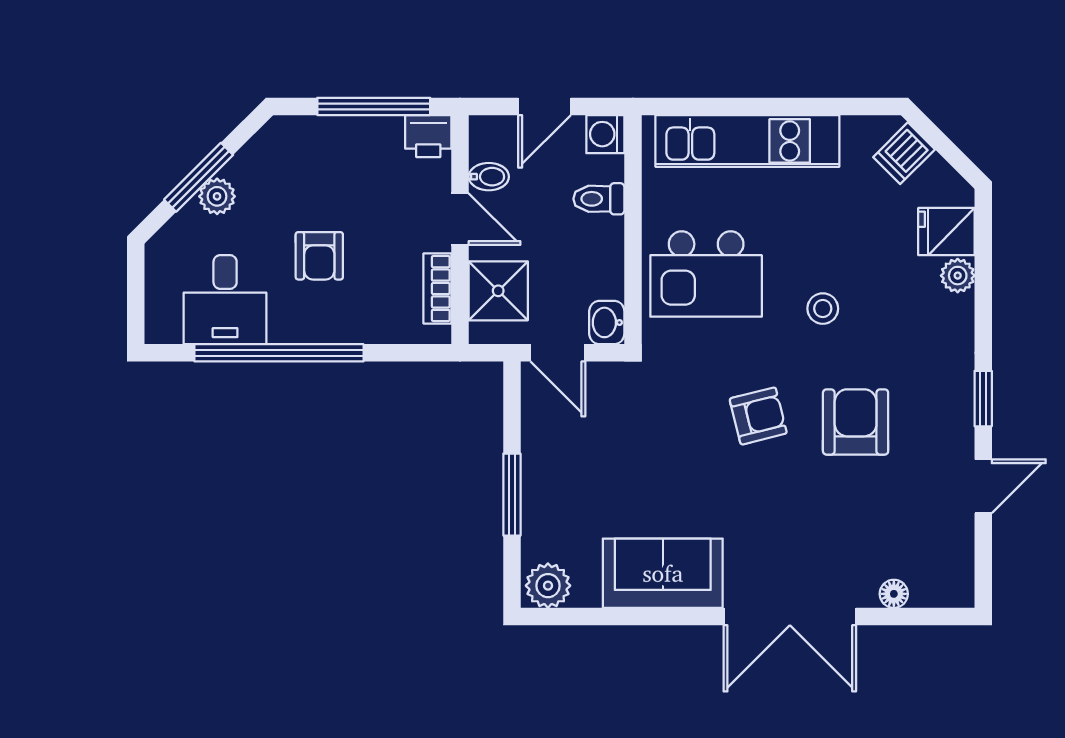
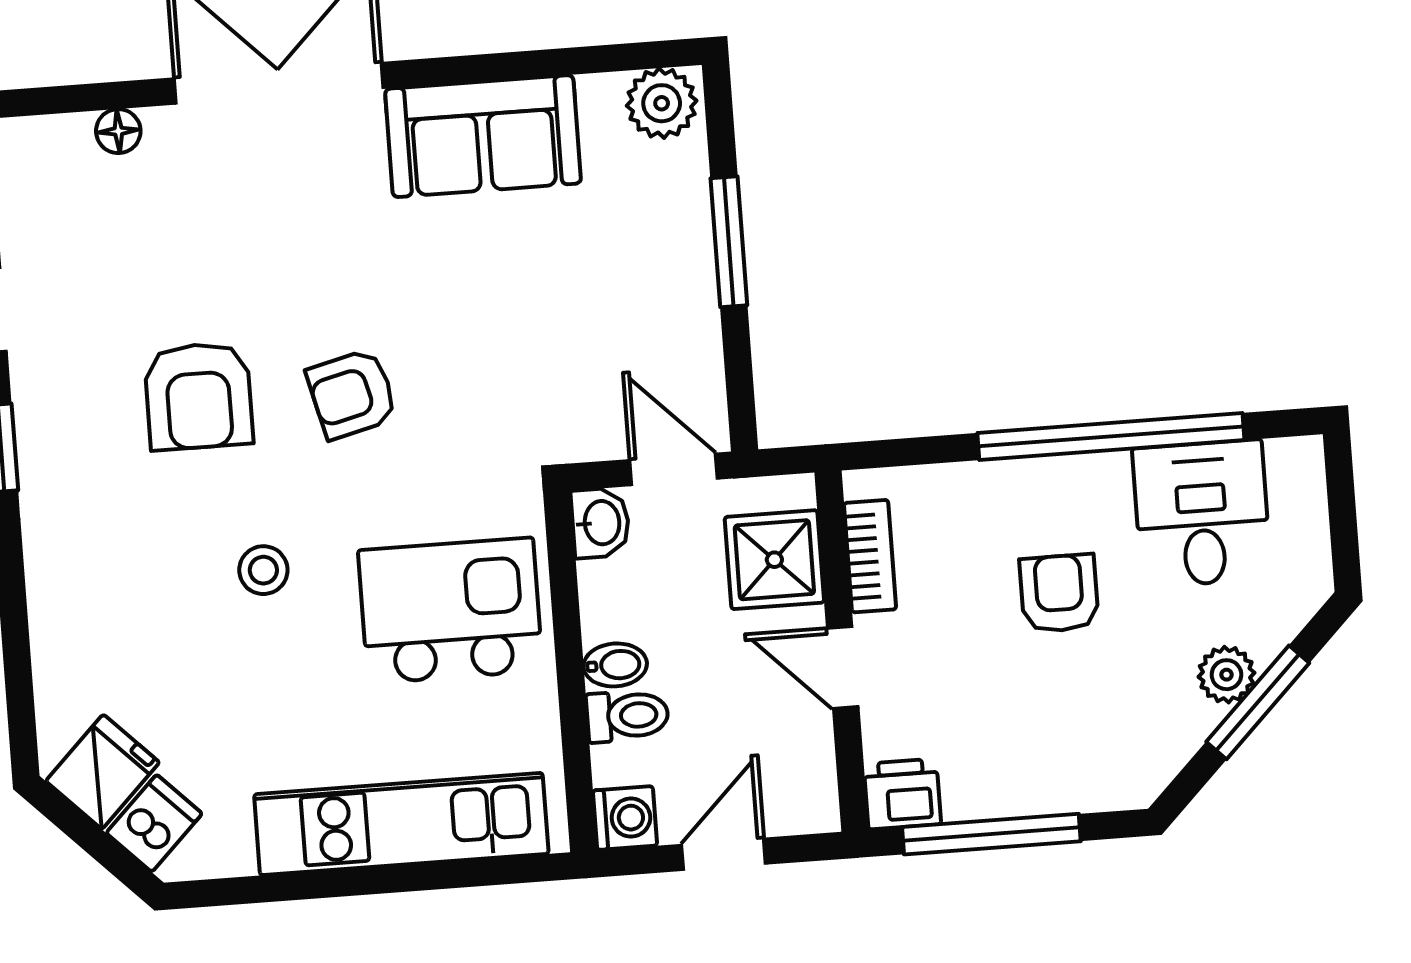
bidet: (489, 177) -> (615, 665), moved, turned 180
fridge: (946, 232) -> (103, 772), moved, turned -45
plant: (958, 276) -> (56, 638), removed

